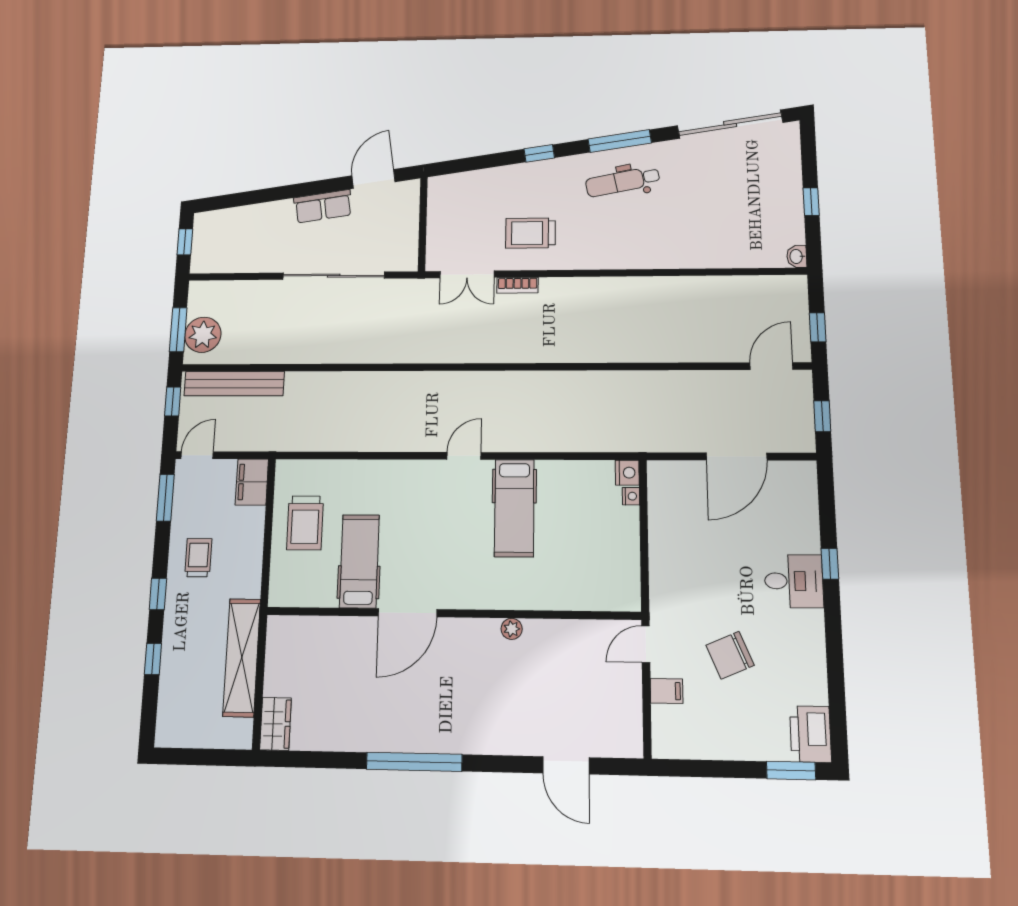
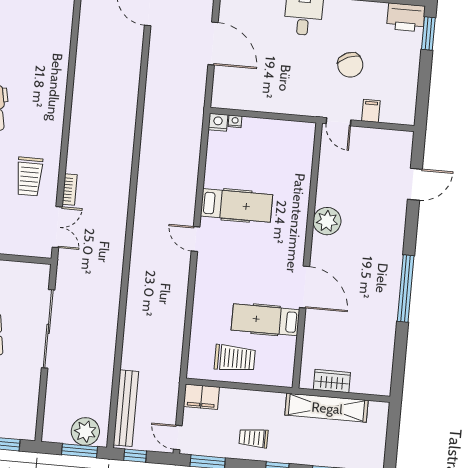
plant: (512, 629) -> (327, 221), width x1.87, depth x1.87
wardrobe: (275, 724) -> (332, 381), moved

